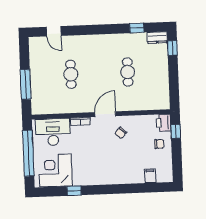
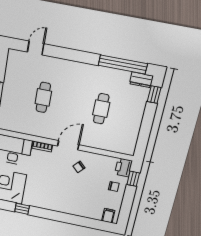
window: (137, 28) -> (123, 64), width x3.17
door: (54, 31) -> (36, 48), swing flipped
filing cabinet: (150, 176) -> (108, 216), moved

